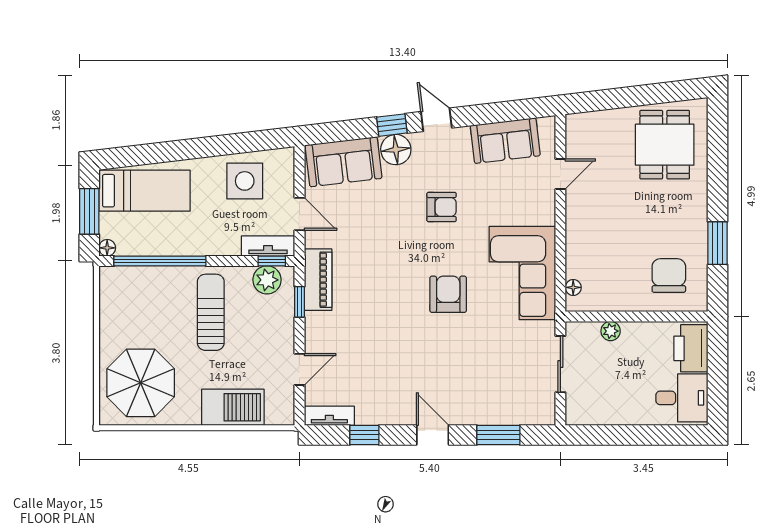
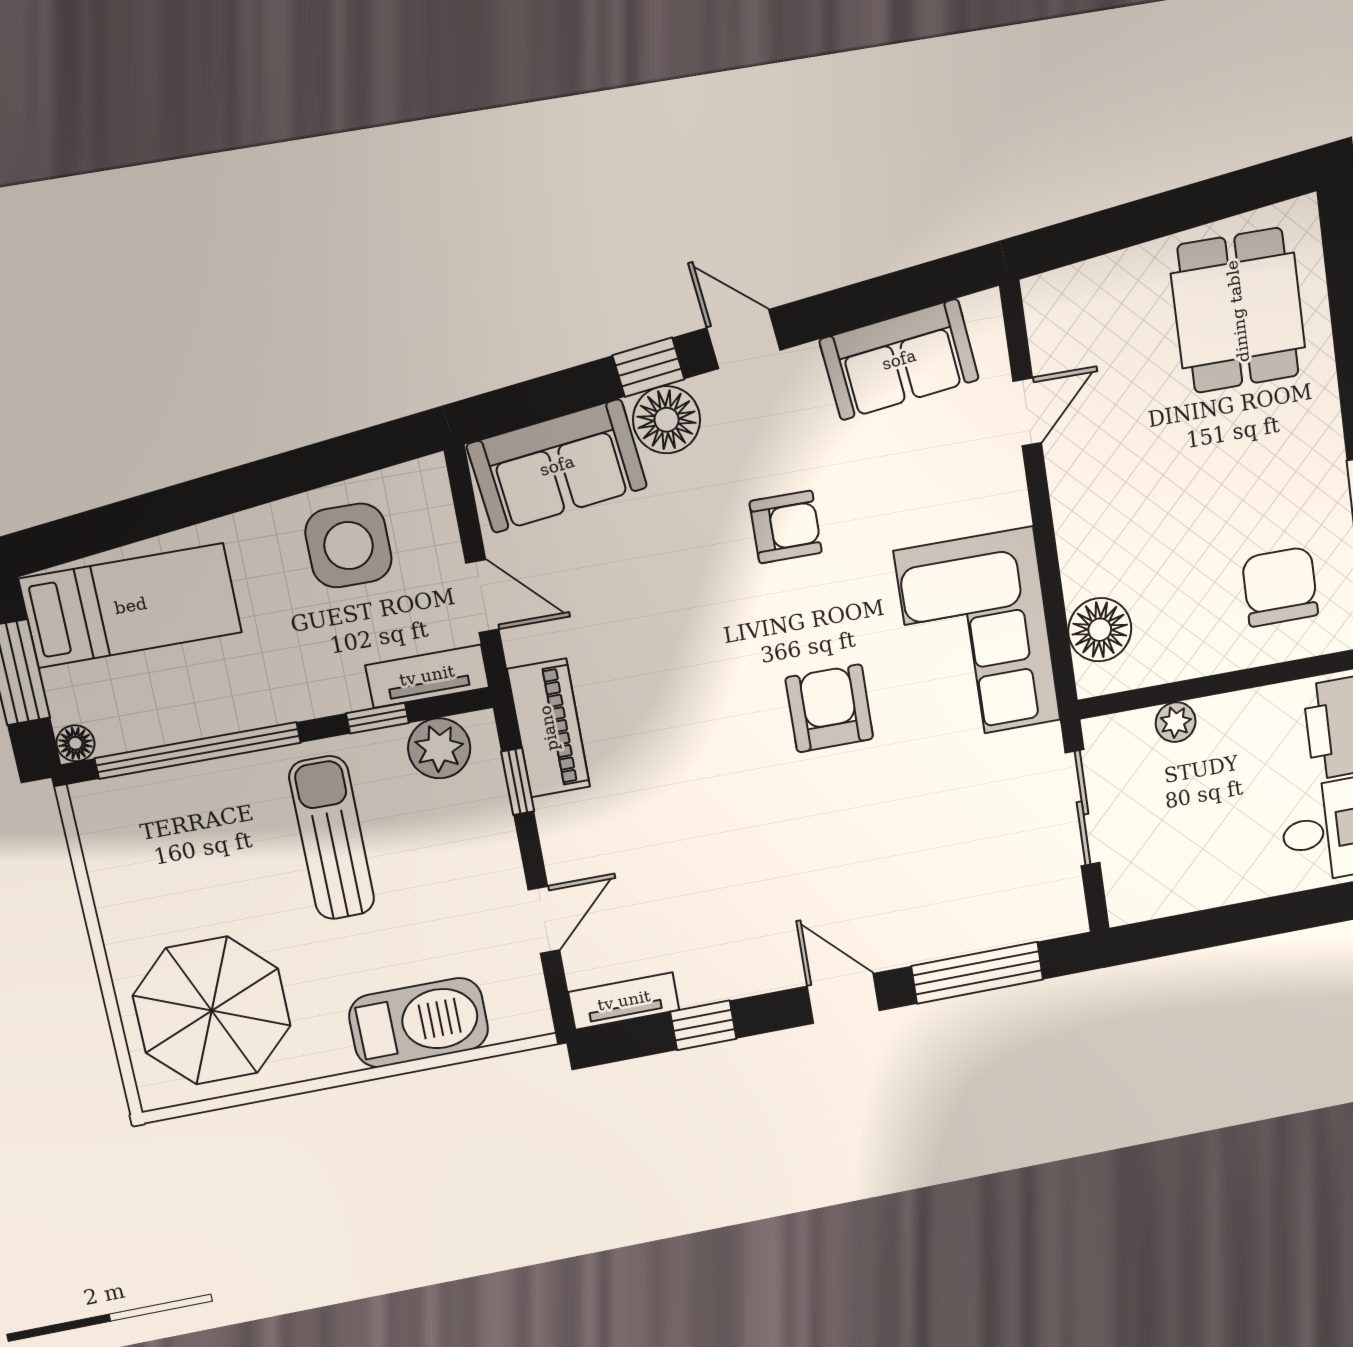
window: (272, 261) -> (378, 718), moved
floor lamp: (573, 287) -> (1100, 630), width x1.89, depth x1.89
window: (498, 435) -> (977, 973), width x1.44

